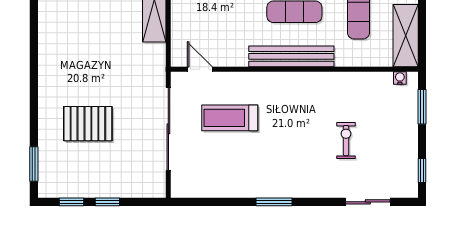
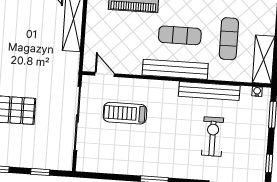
bench: (338, 82) -> (209, 91), added
exercise bike: (346, 141) -> (213, 137), width x1.38, depth x1.39
window: (107, 202) -> (40, 172), moved

